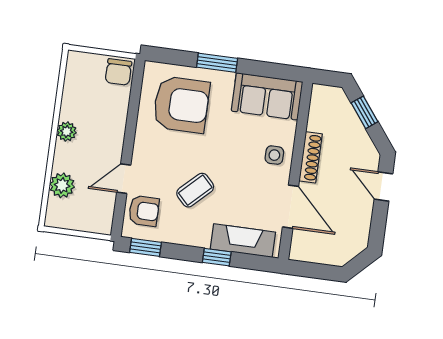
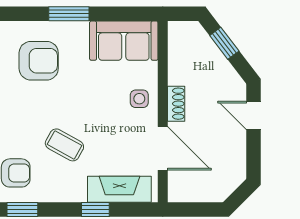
armchair: (181, 105) -> (39, 61), width x0.73, depth x0.73
shoe rack: (311, 157) -> (176, 104), width x0.70
coffee table: (195, 190) -> (64, 145), turned 73

